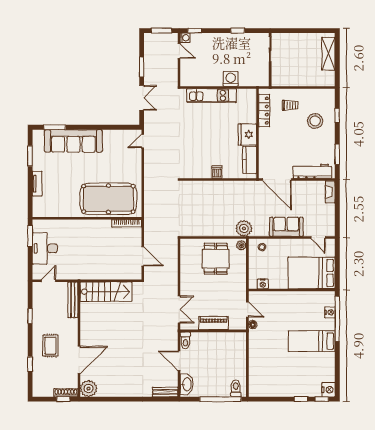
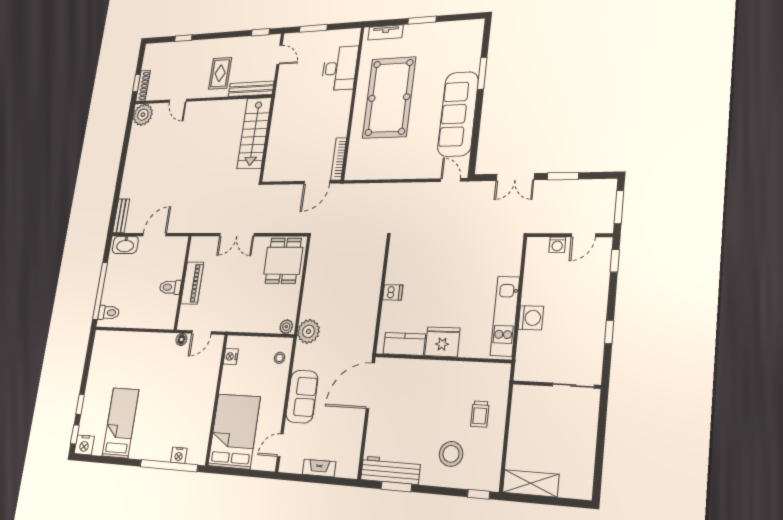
washing machine: (185, 38) -> (557, 245), moved
shelving: (328, 54) -> (531, 483), moved
kitchen unit: (212, 96) -> (505, 316), moved
locker: (264, 111) -> (476, 371), removed
window: (337, 115) -> (479, 494), moved
window: (55, 127) -> (482, 73), moved
sofa: (73, 141) -> (458, 114), moved
window: (30, 156) -> (422, 20), moved
workbench: (312, 171) -> (390, 470), moved, turned -90
tv unit: (37, 184) -> (386, 32), moved
fireplace: (330, 192) -> (319, 468), moved
pool table: (108, 199) -> (389, 98), moved
window: (30, 236) -> (313, 28), moved
desk: (45, 248) -> (340, 68), moved, turned 90
door: (143, 256) -> (317, 182), moved
dining table: (216, 259) -> (283, 261), moved, turned 90
double door: (179, 309) -> (237, 235), moved
window: (30, 316) -> (261, 32), moved
toilet: (185, 340) -> (170, 287), moved
bed: (312, 341) -> (121, 423), moved
rug: (50, 346) -> (220, 73), moved, turned 90
door: (79, 360) -> (178, 101), width x0.53

